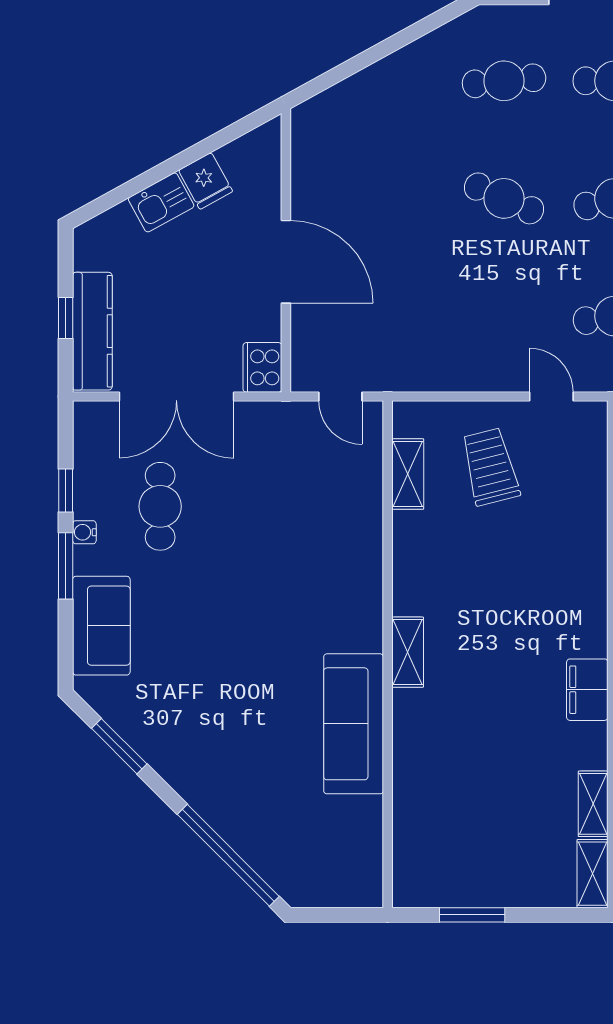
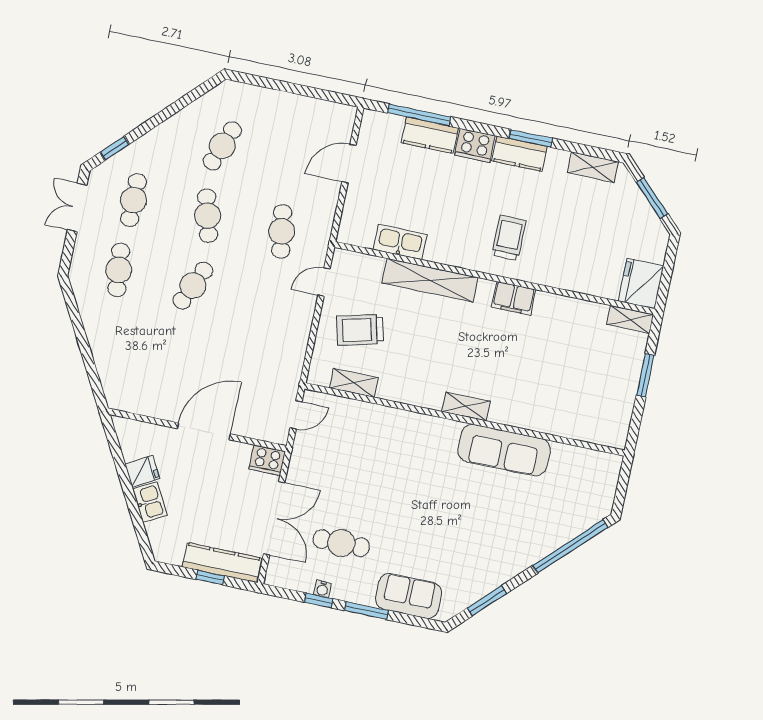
water cooler: (84, 532) -> (323, 589), moved
shelving: (593, 804) -> (430, 280), moved, width x2.20, depth x1.33
window: (472, 915) -> (645, 375), moved

